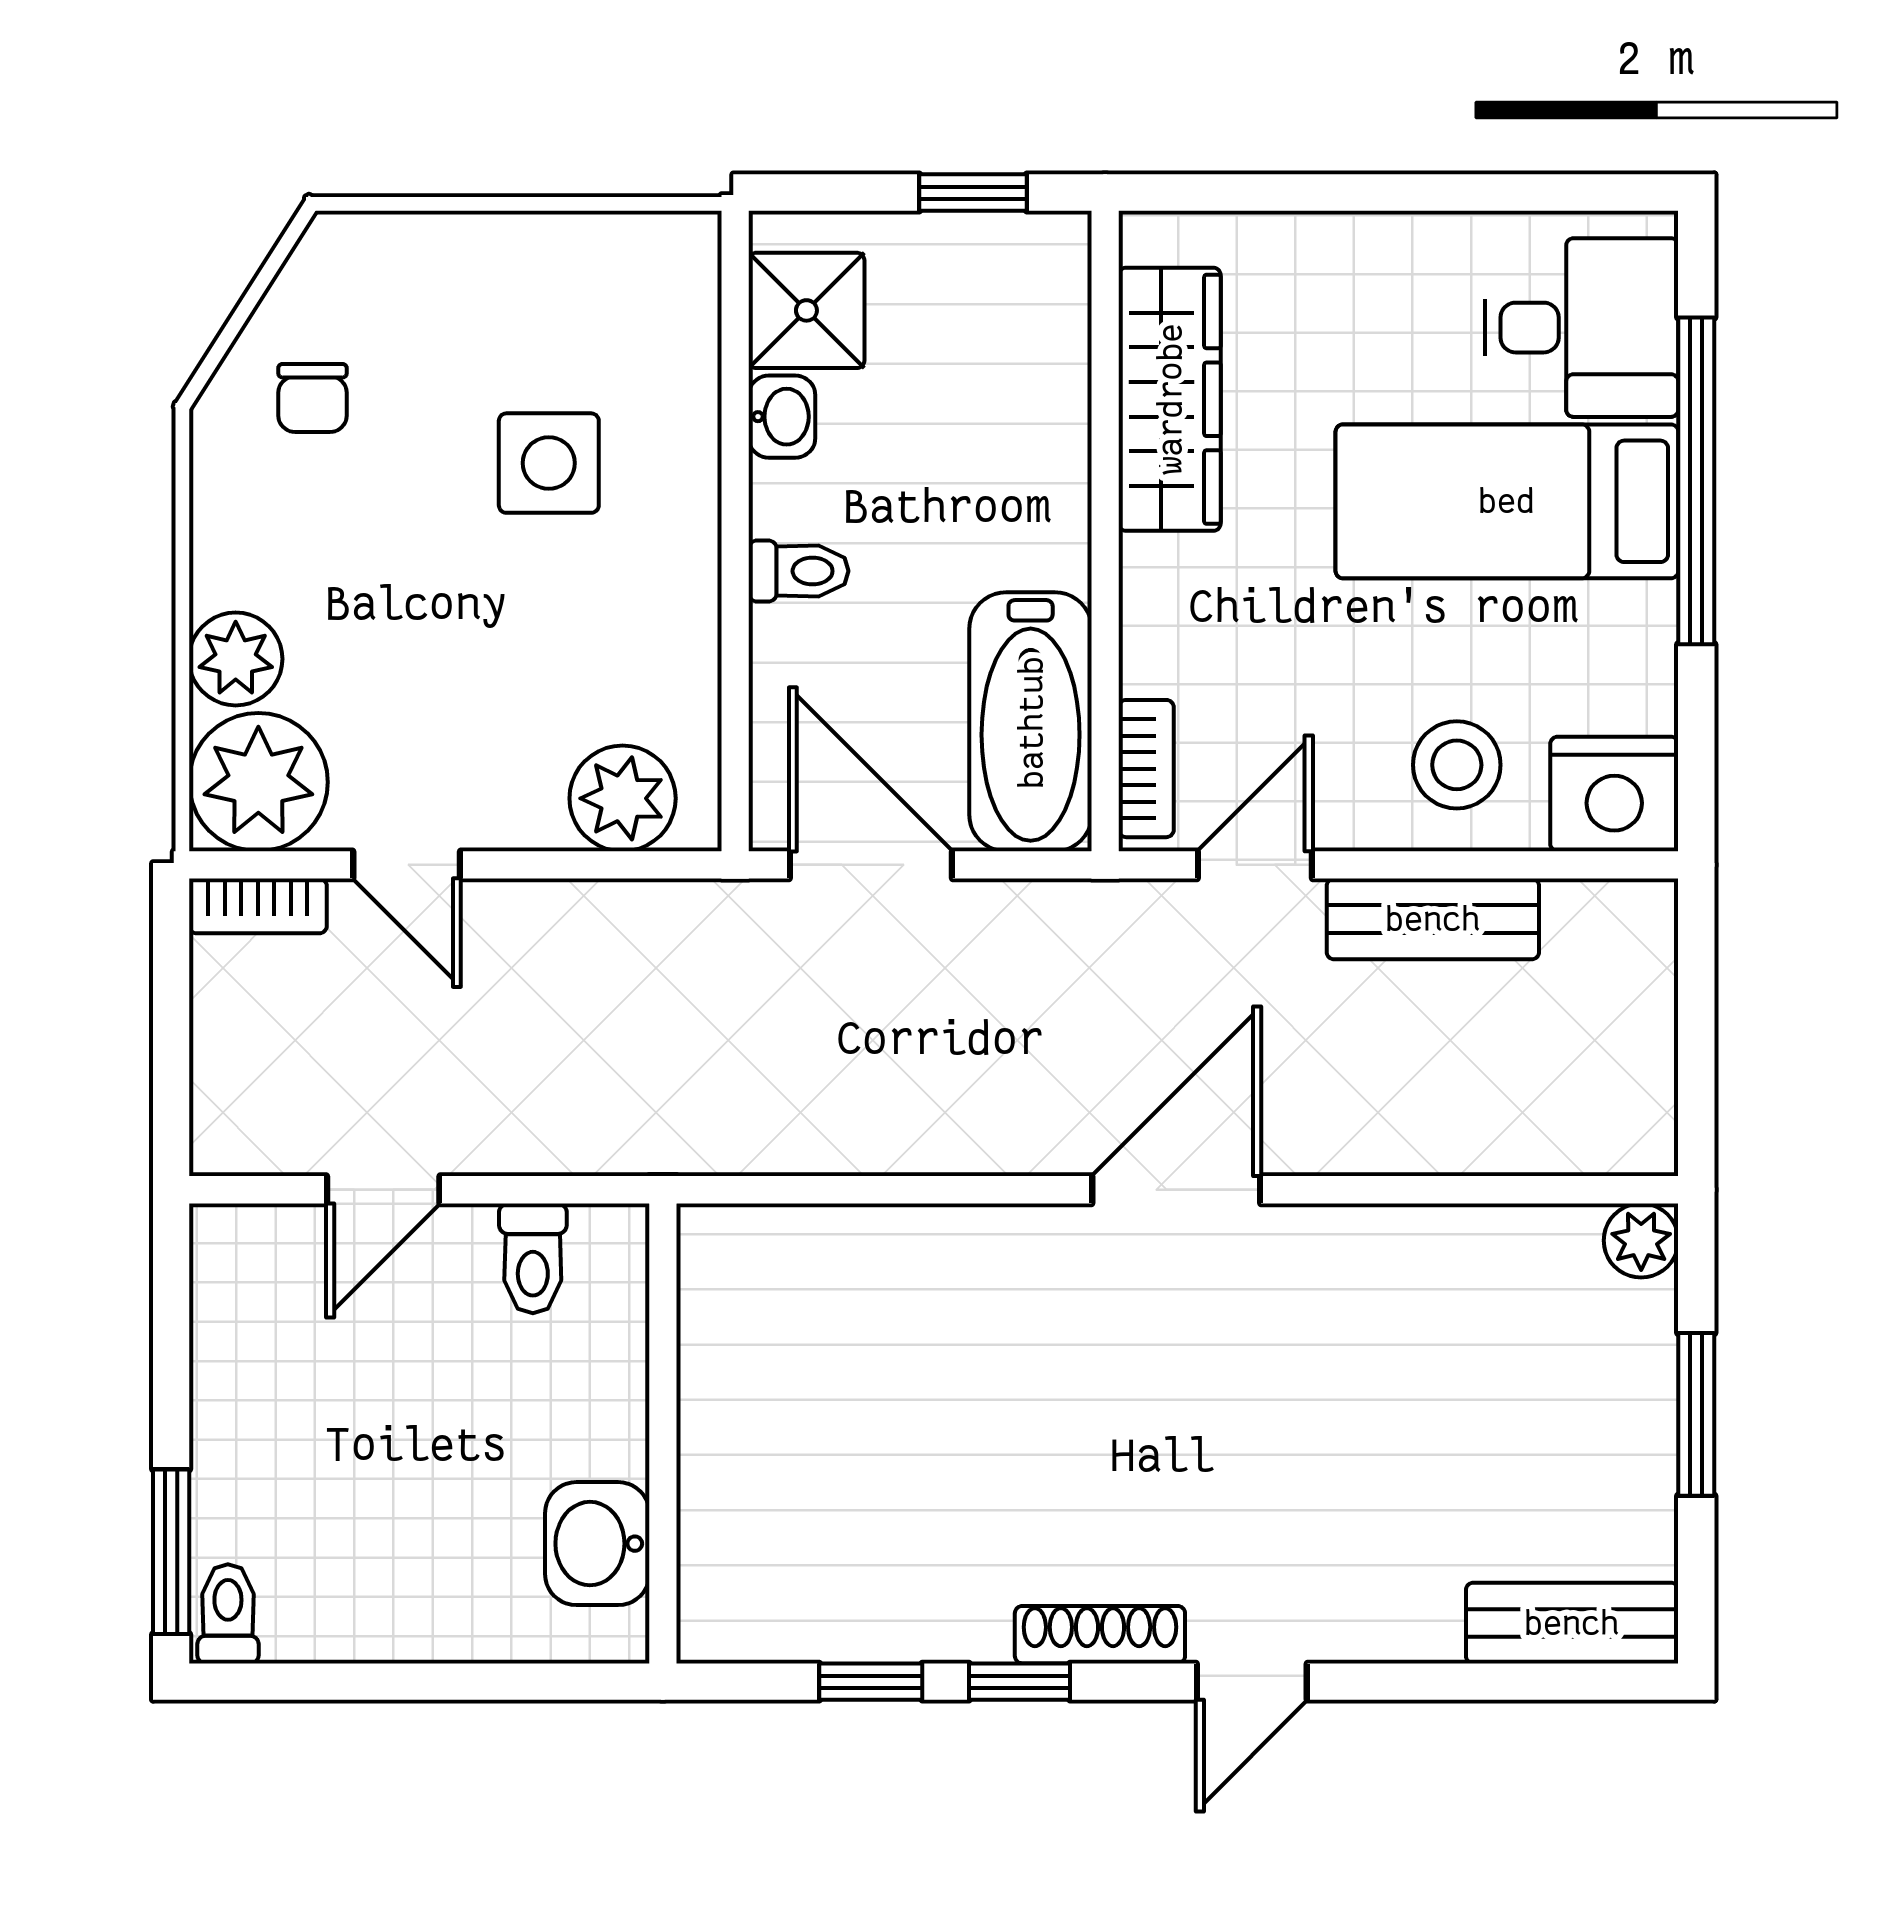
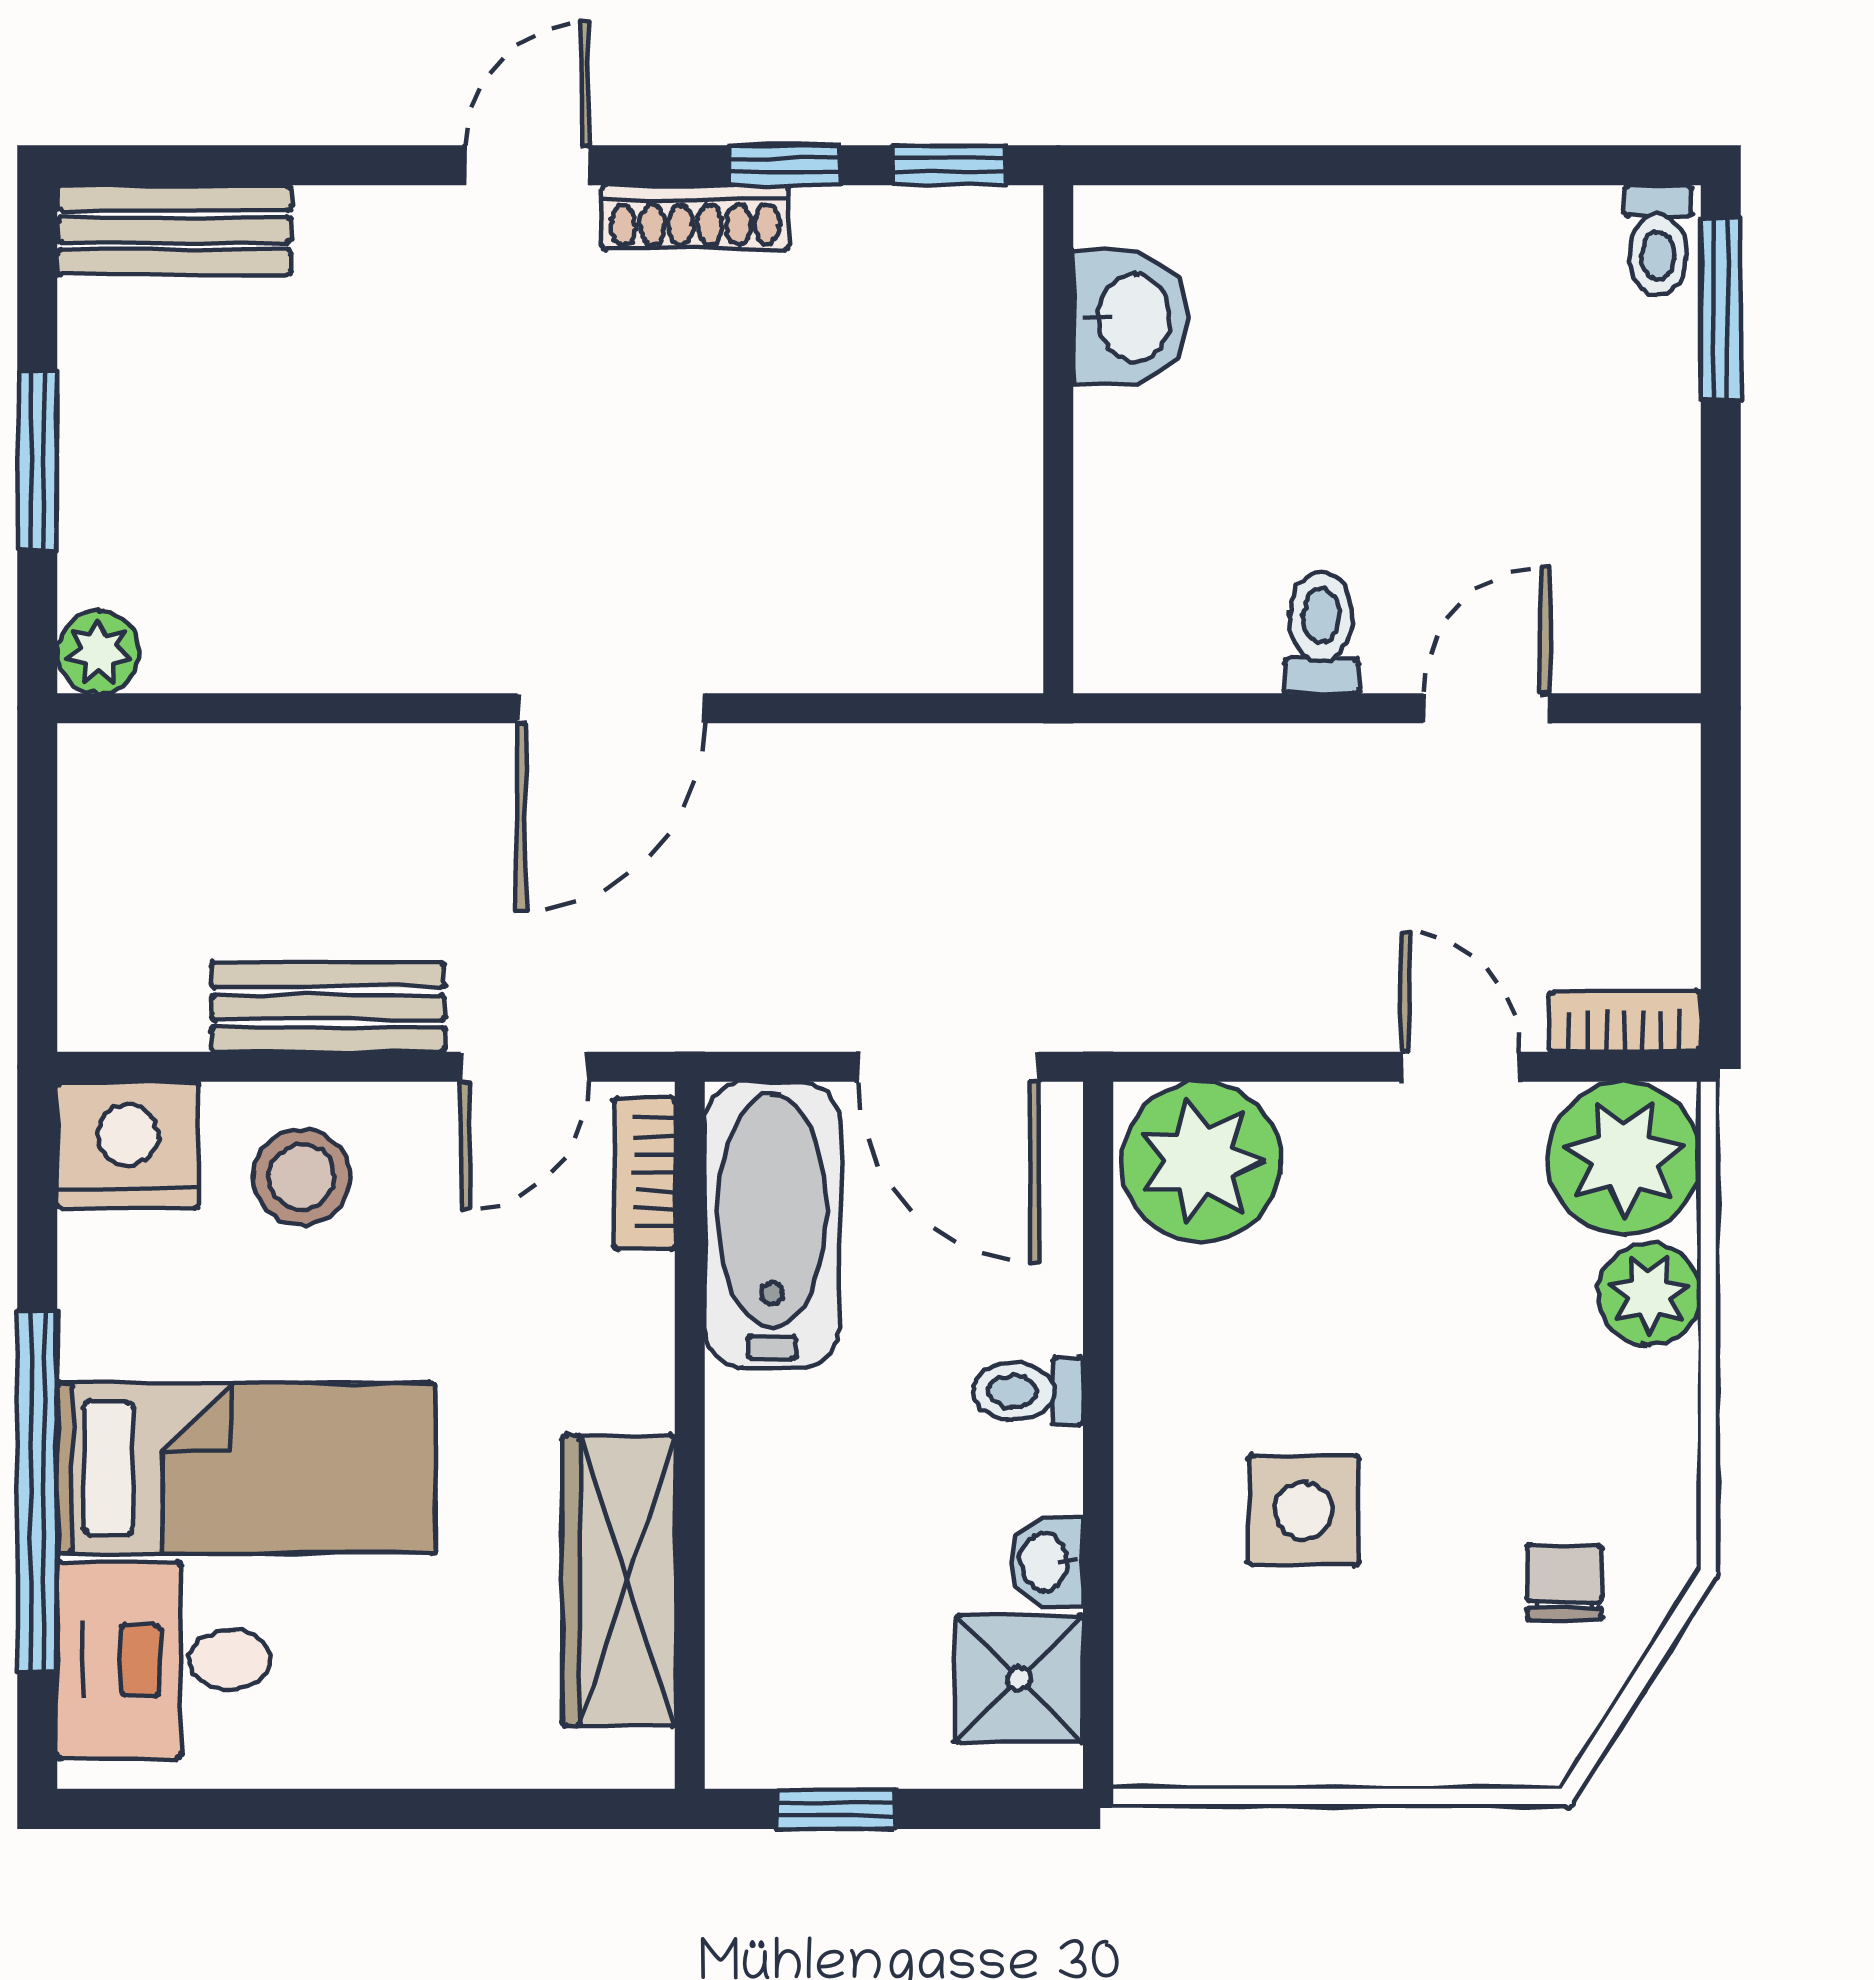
plant: (623, 798) -> (1201, 1161), width x1.36, depth x1.36
wall: (663, 1433) -> (1058, 439), moved
washbasin: (597, 1544) -> (1131, 318), moved

